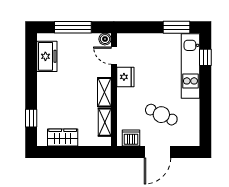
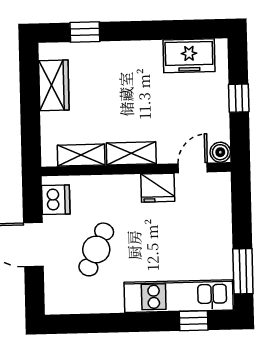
window: (73, 27) -> (239, 98), width x0.46

